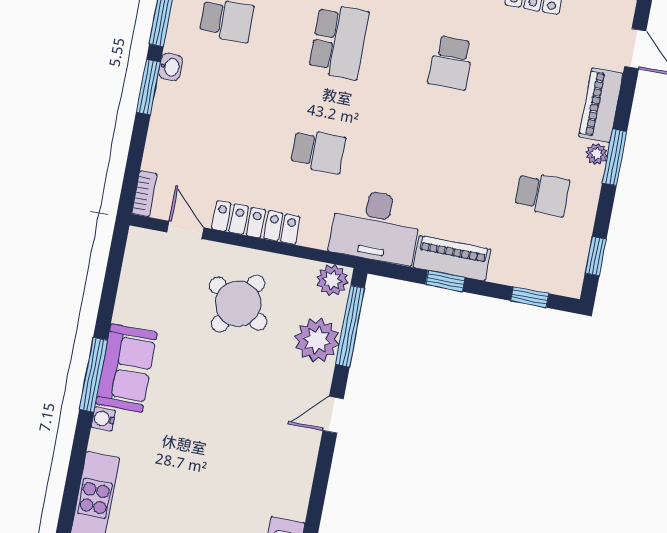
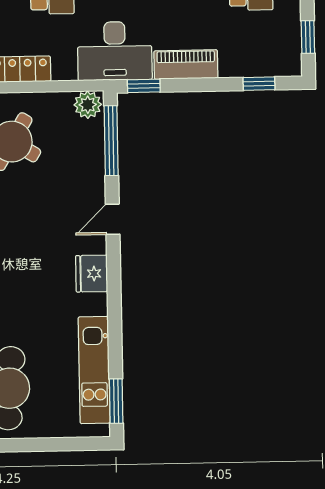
window: (445, 281) -> (144, 86), moved
plant: (317, 340) -> (85, 159), removed
fridge: (297, 471) -> (92, 274), added

